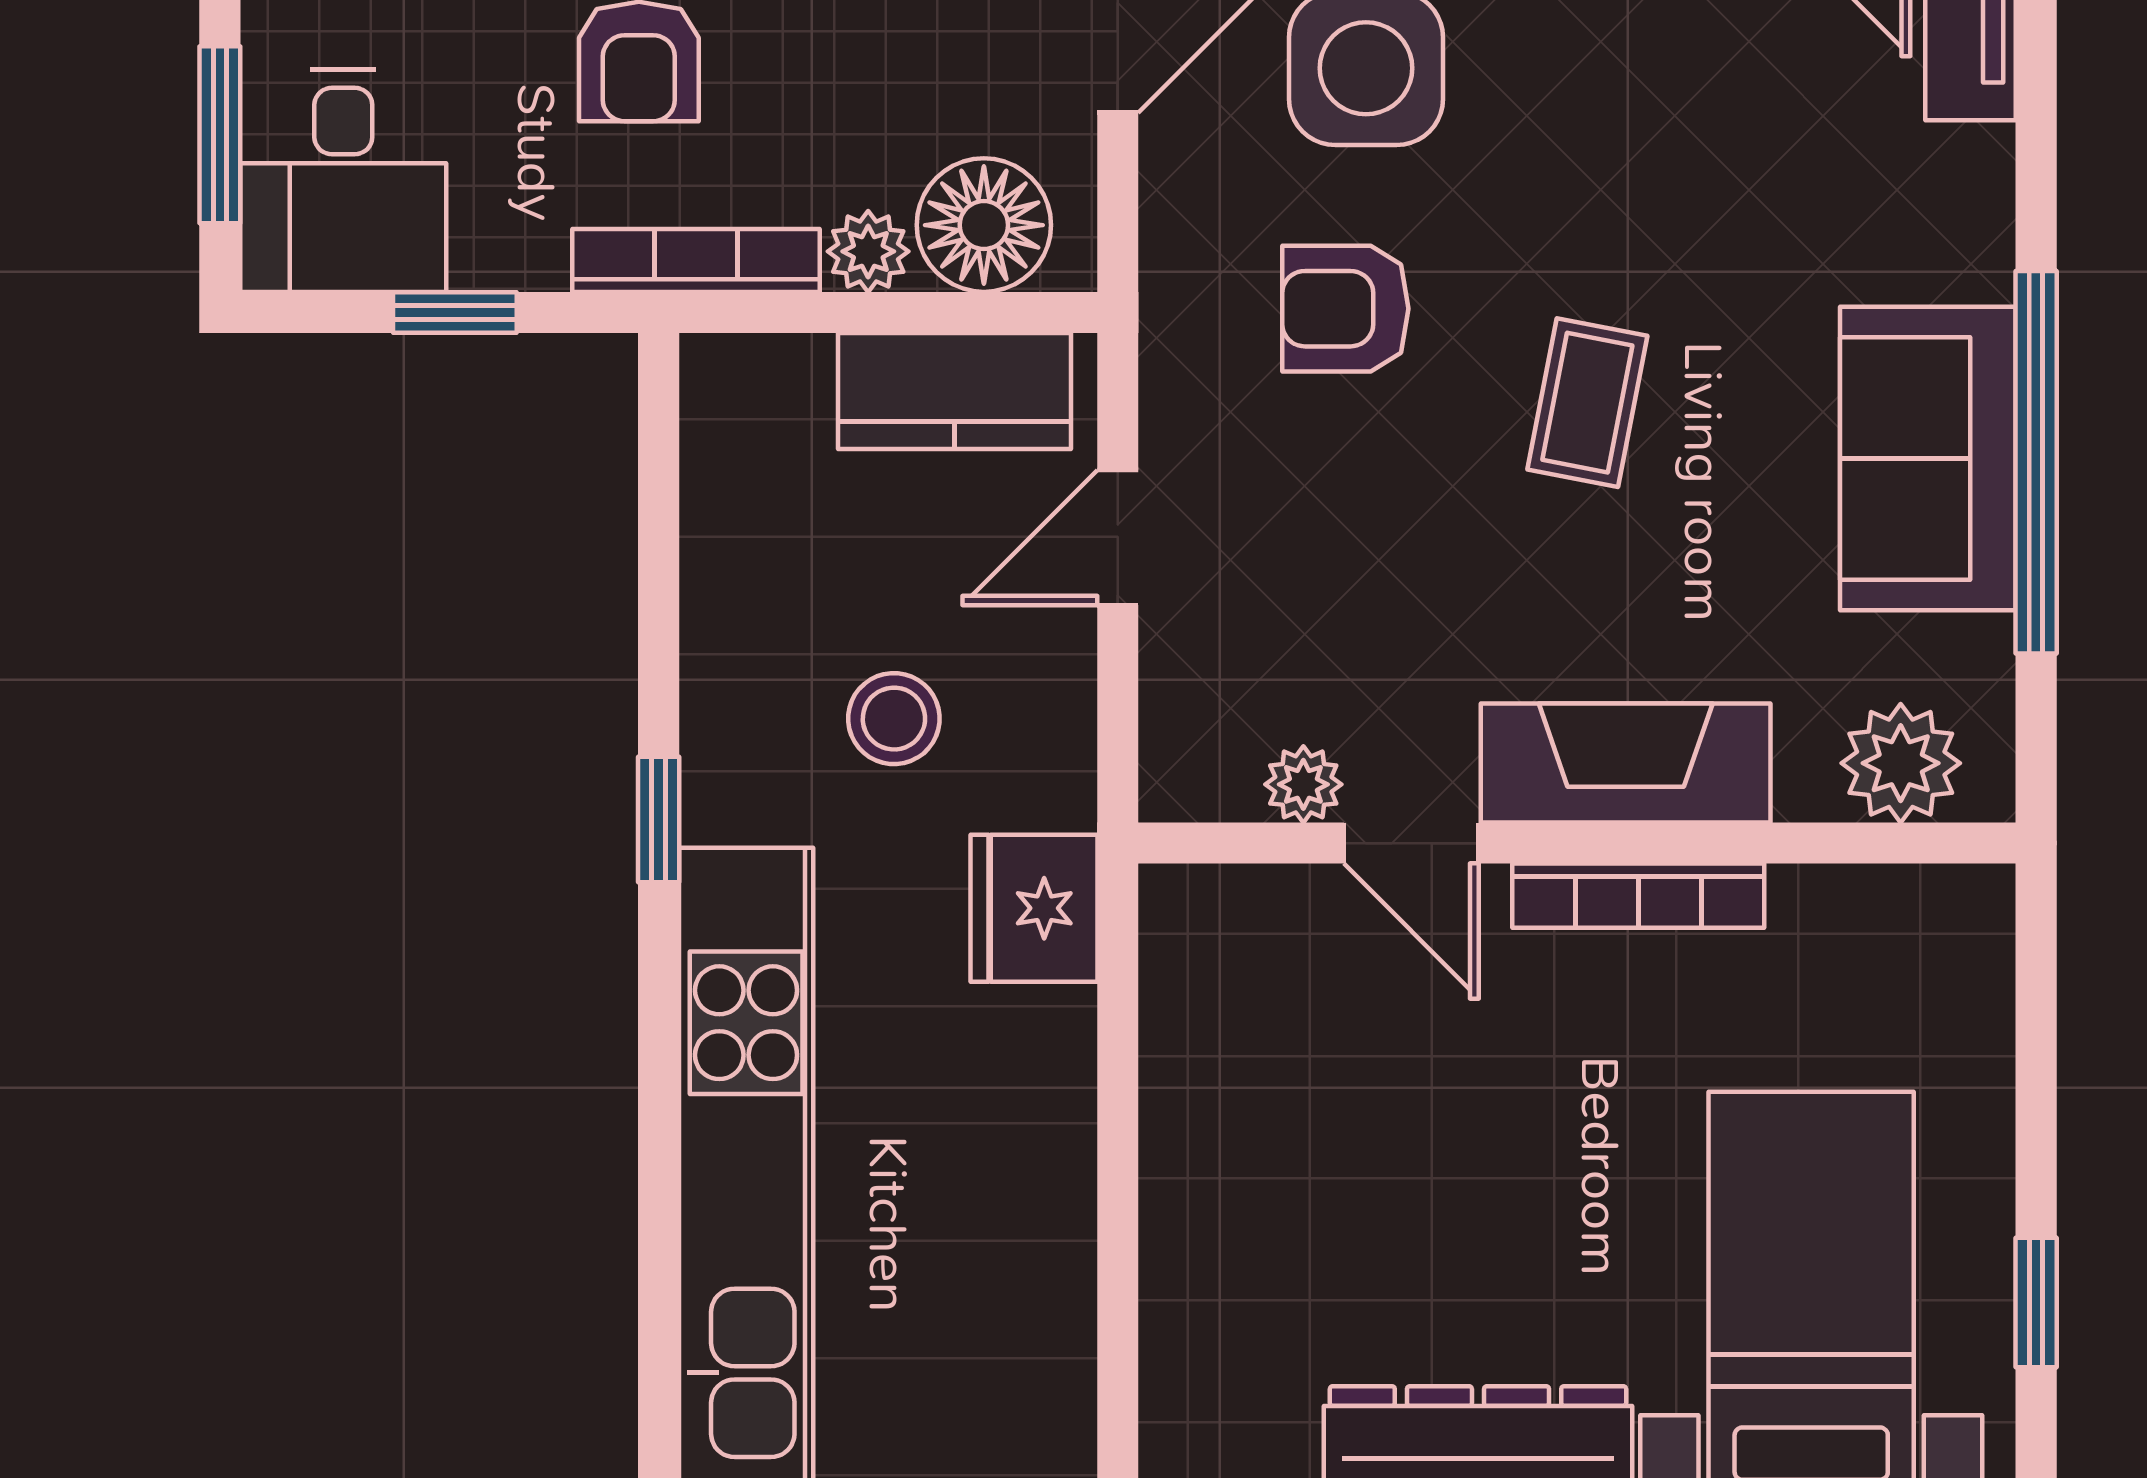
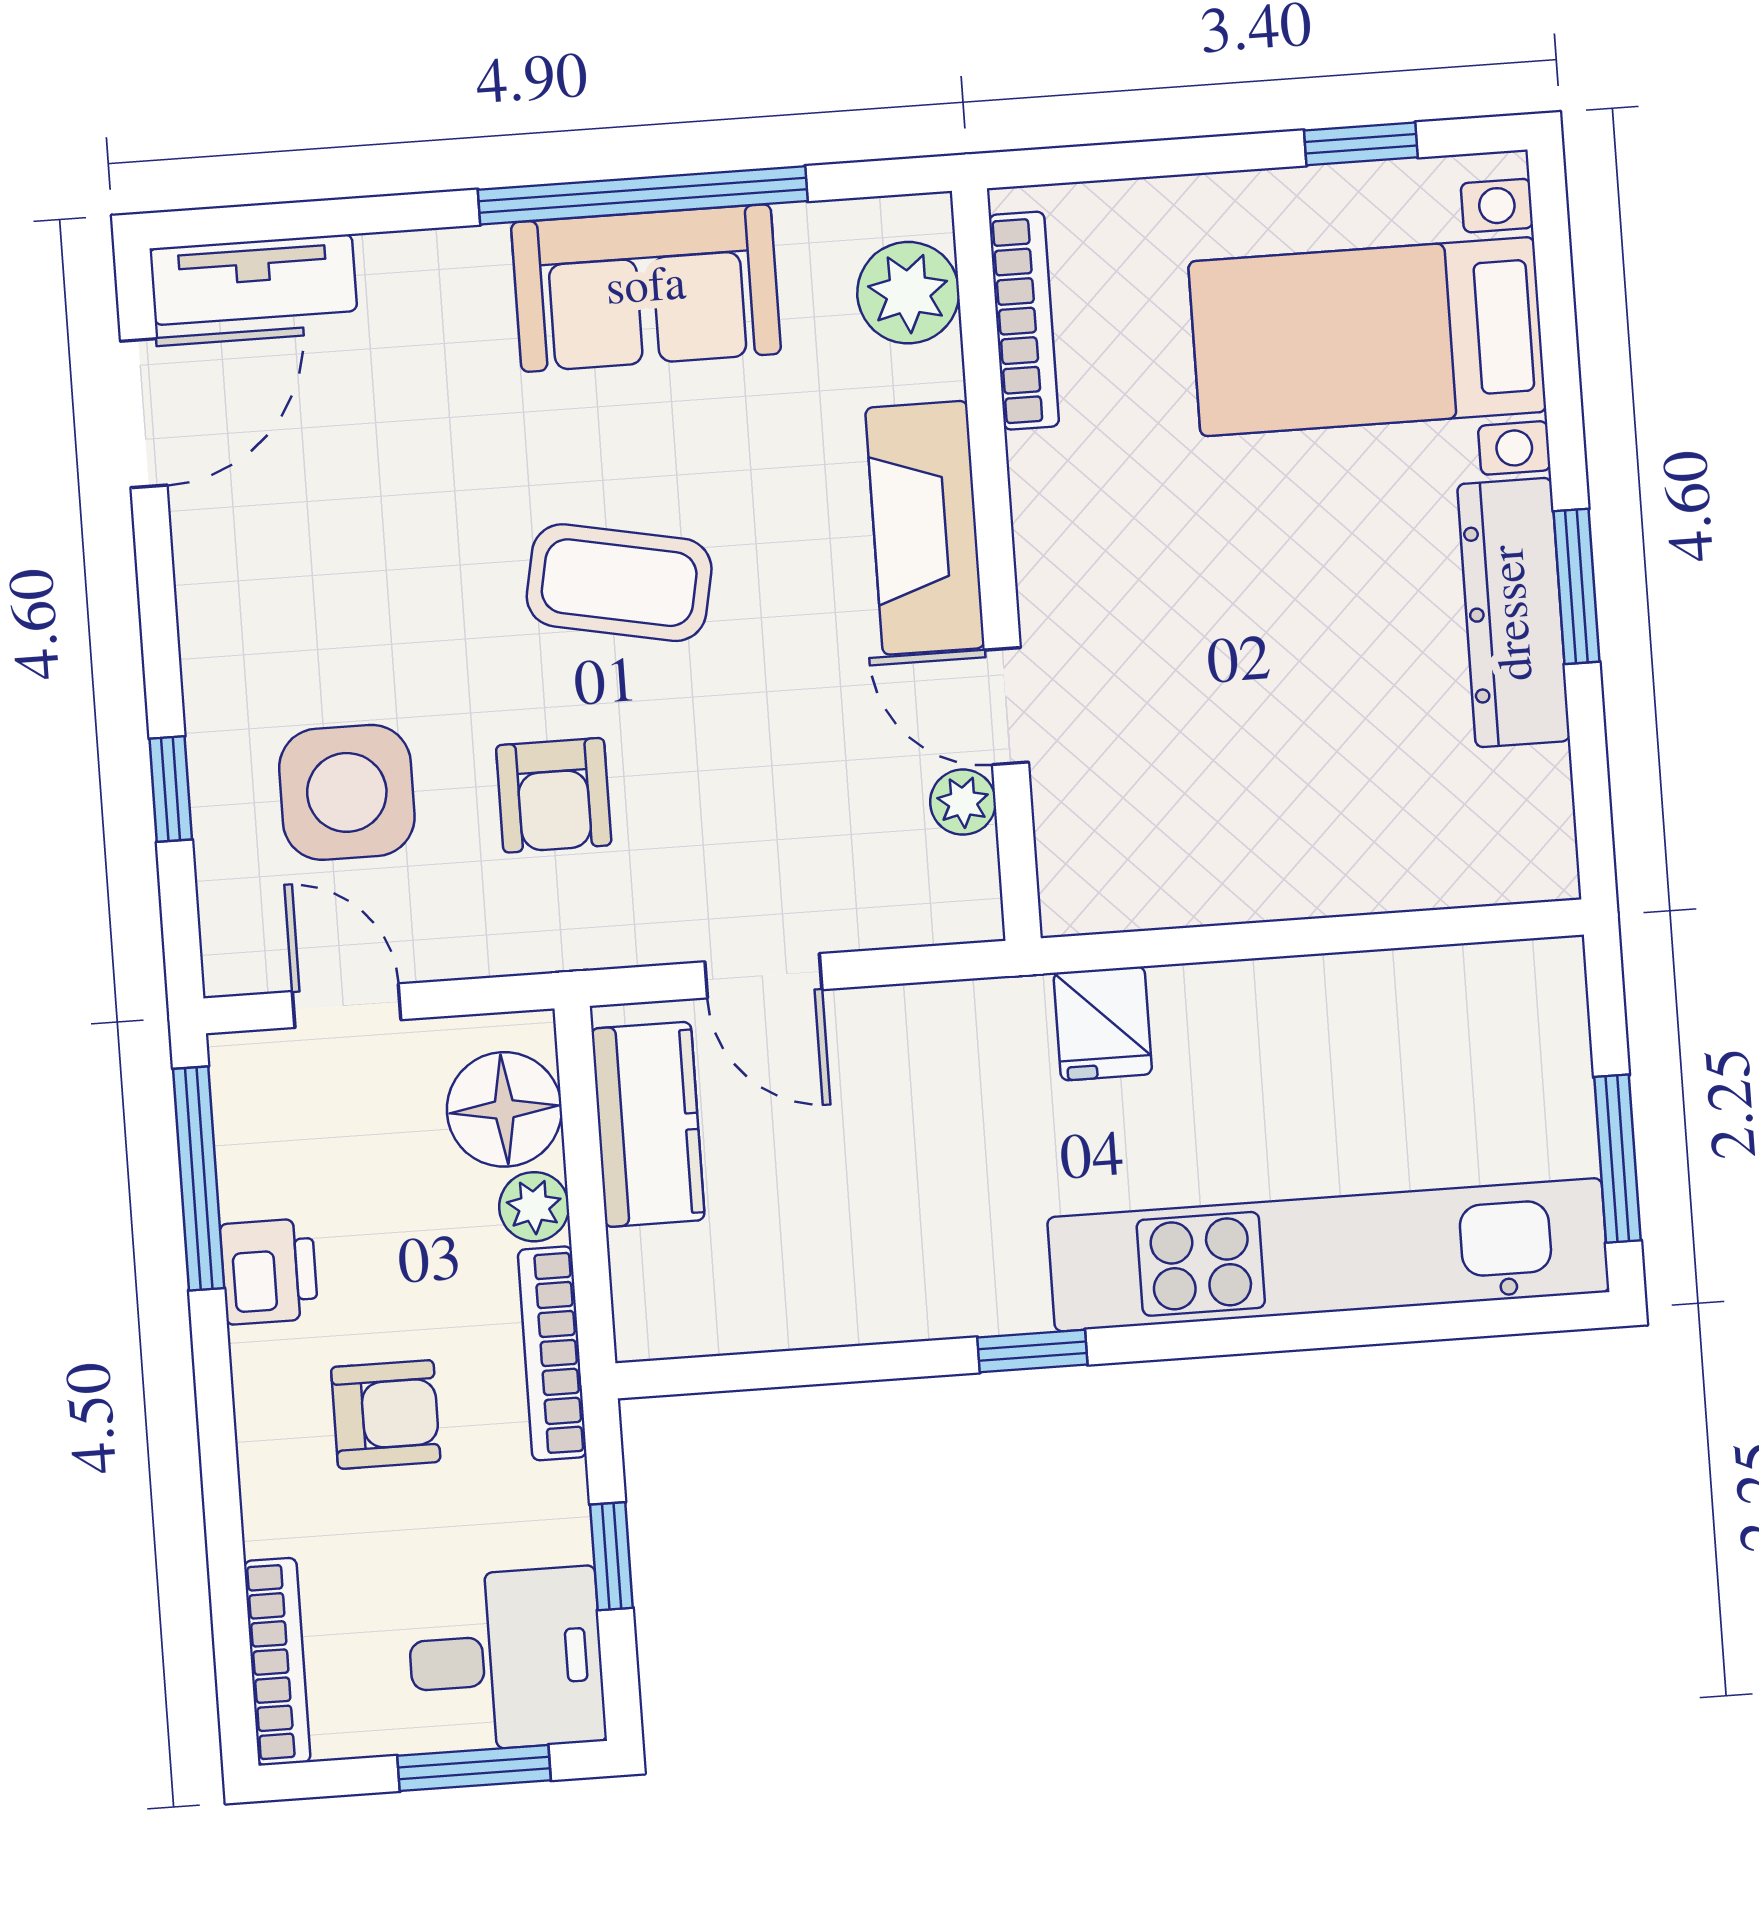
coffee table: (1587, 403) -> (619, 583), width x1.36, depth x1.30
stool: (894, 719) -> (932, 1156), removed
door: (1411, 843) -> (1006, 706), swing flipped
bookcase: (1638, 896) -> (1024, 321), moved
fridge: (1034, 908) -> (1103, 1023), width x0.72

